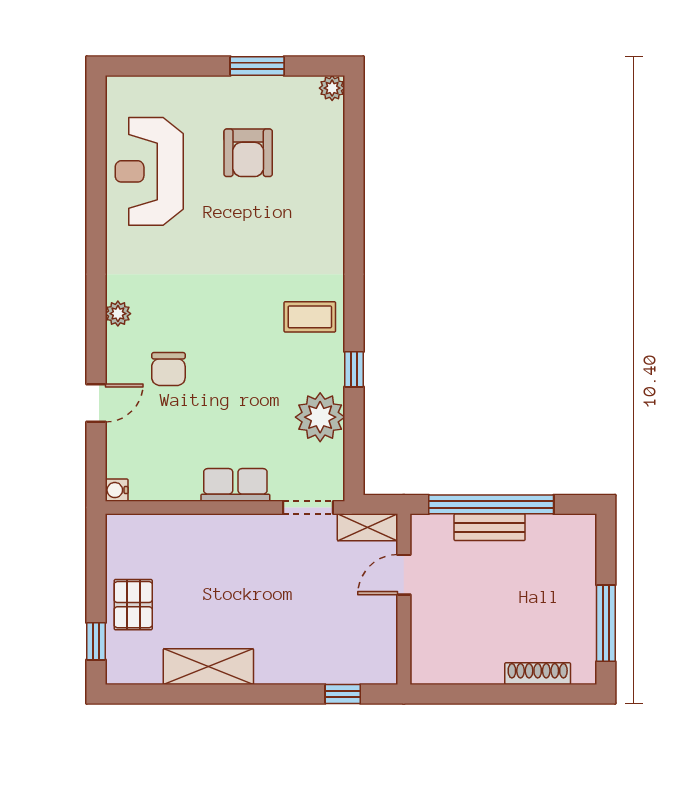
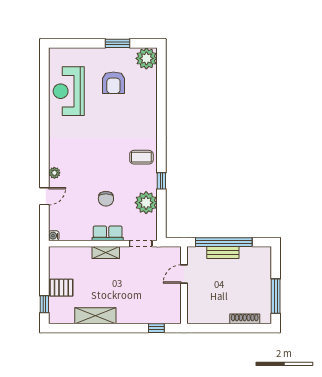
plant: (332, 88) -> (146, 58), width x1.88, depth x1.88
plant: (118, 314) -> (54, 173), moved
chair: (168, 369) -> (106, 199), moved
shelving: (367, 527) -> (106, 253), moved
pallet: (133, 605) -> (61, 288), turned 90

